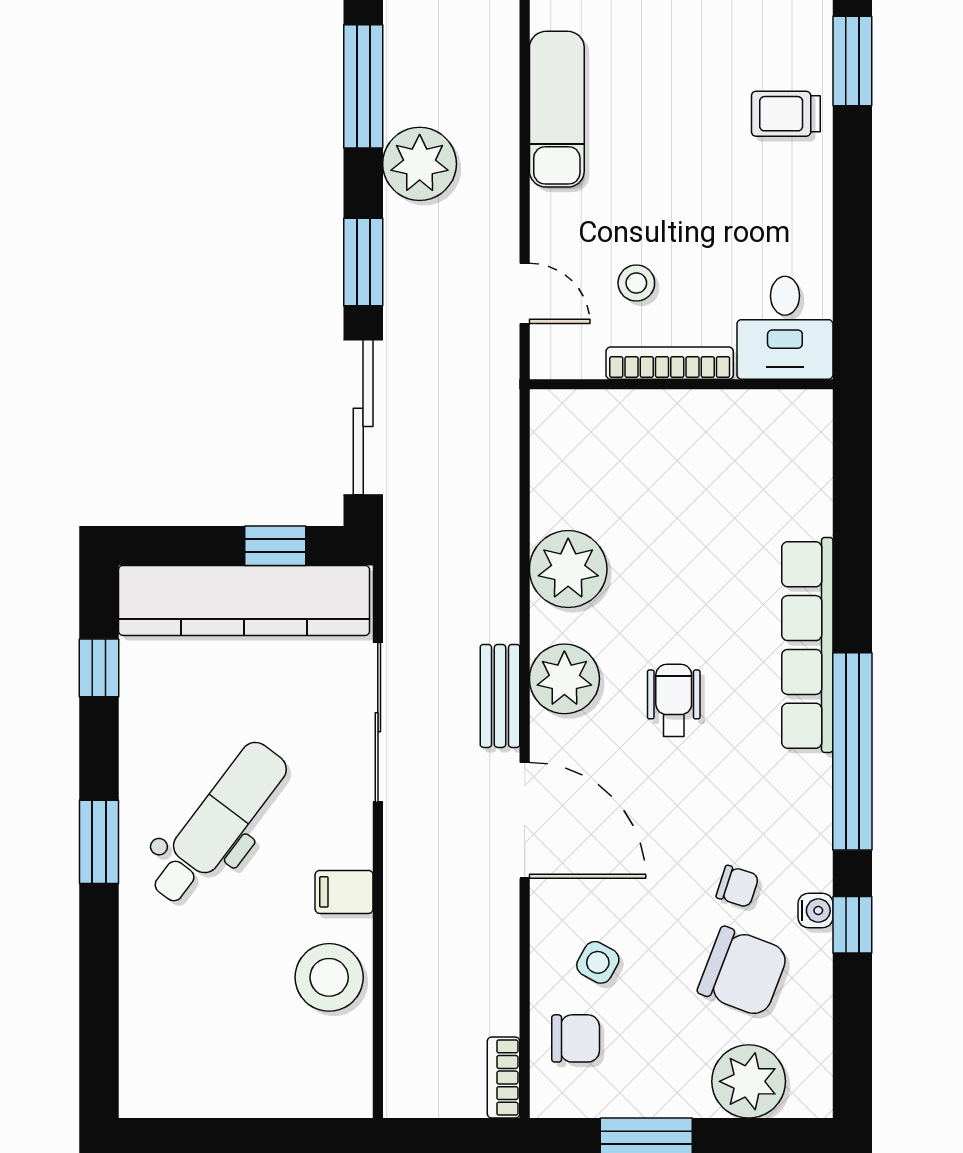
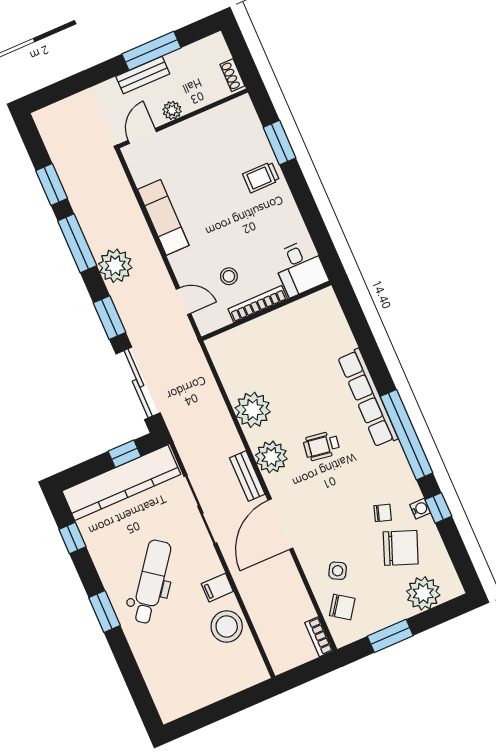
wheelchair: (674, 700) -> (321, 446), turned -81
door: (525, 820) -> (280, 524), swing flipped
chair: (576, 1038) -> (342, 607), turned 35

